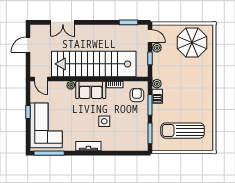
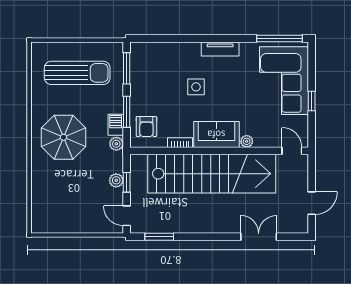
parasol: (192, 42) -> (63, 137), moved
plant: (157, 48) -> (116, 180), moved

